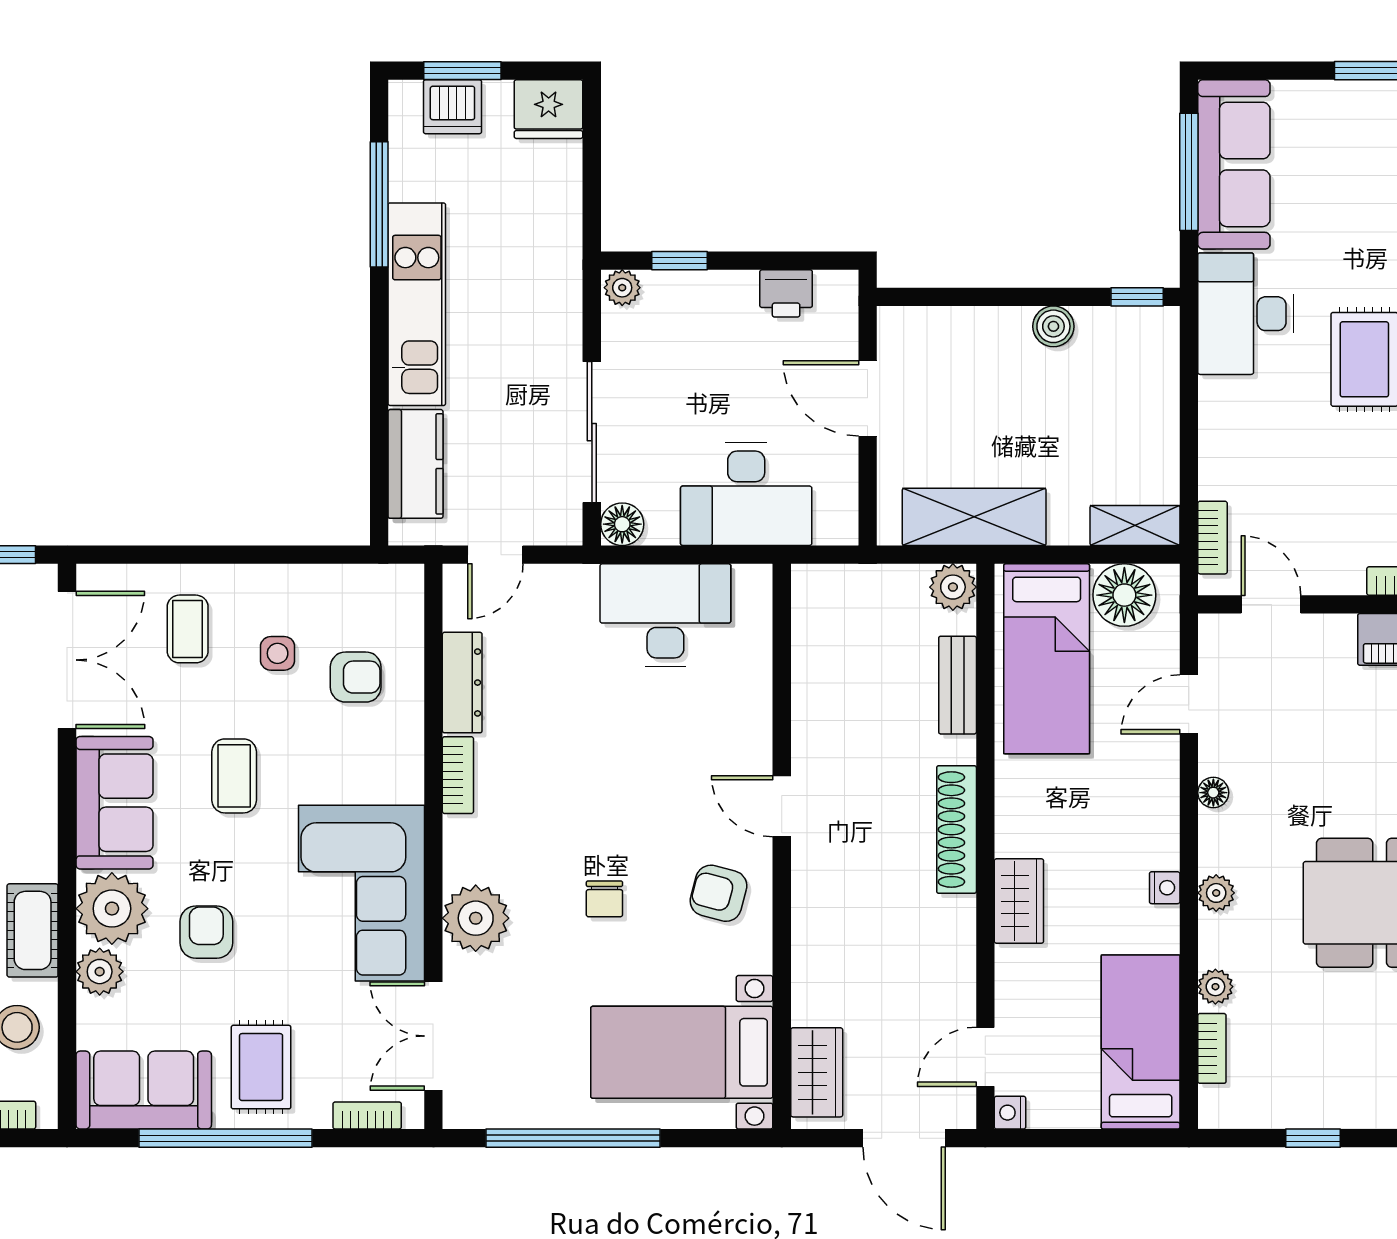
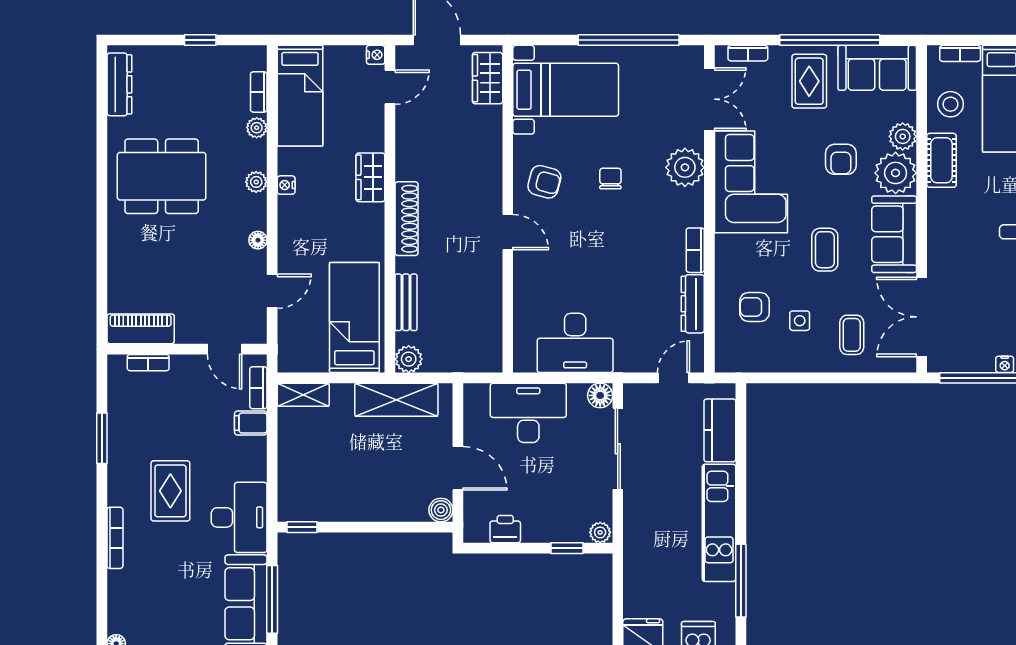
boiler: (1053, 326) -> (441, 510), moved
filing cabinet: (1226, 477) -> (251, 423), added
floor lamp: (1124, 595) -> (309, 354), removed

